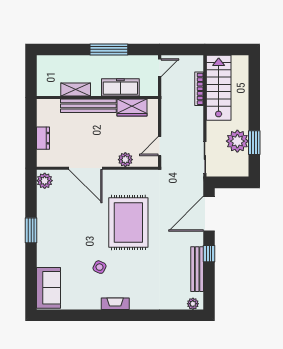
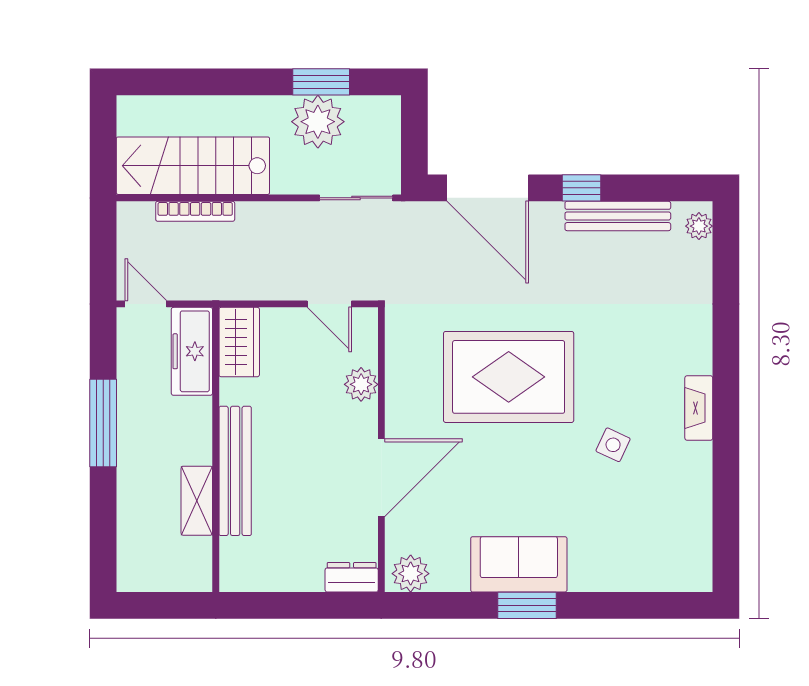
freezer: (120, 87) -> (192, 351), moved
wardrobe: (132, 108) -> (239, 342), moved
dresser: (43, 138) -> (352, 577), moved
sofa: (49, 288) -> (519, 564), moved

